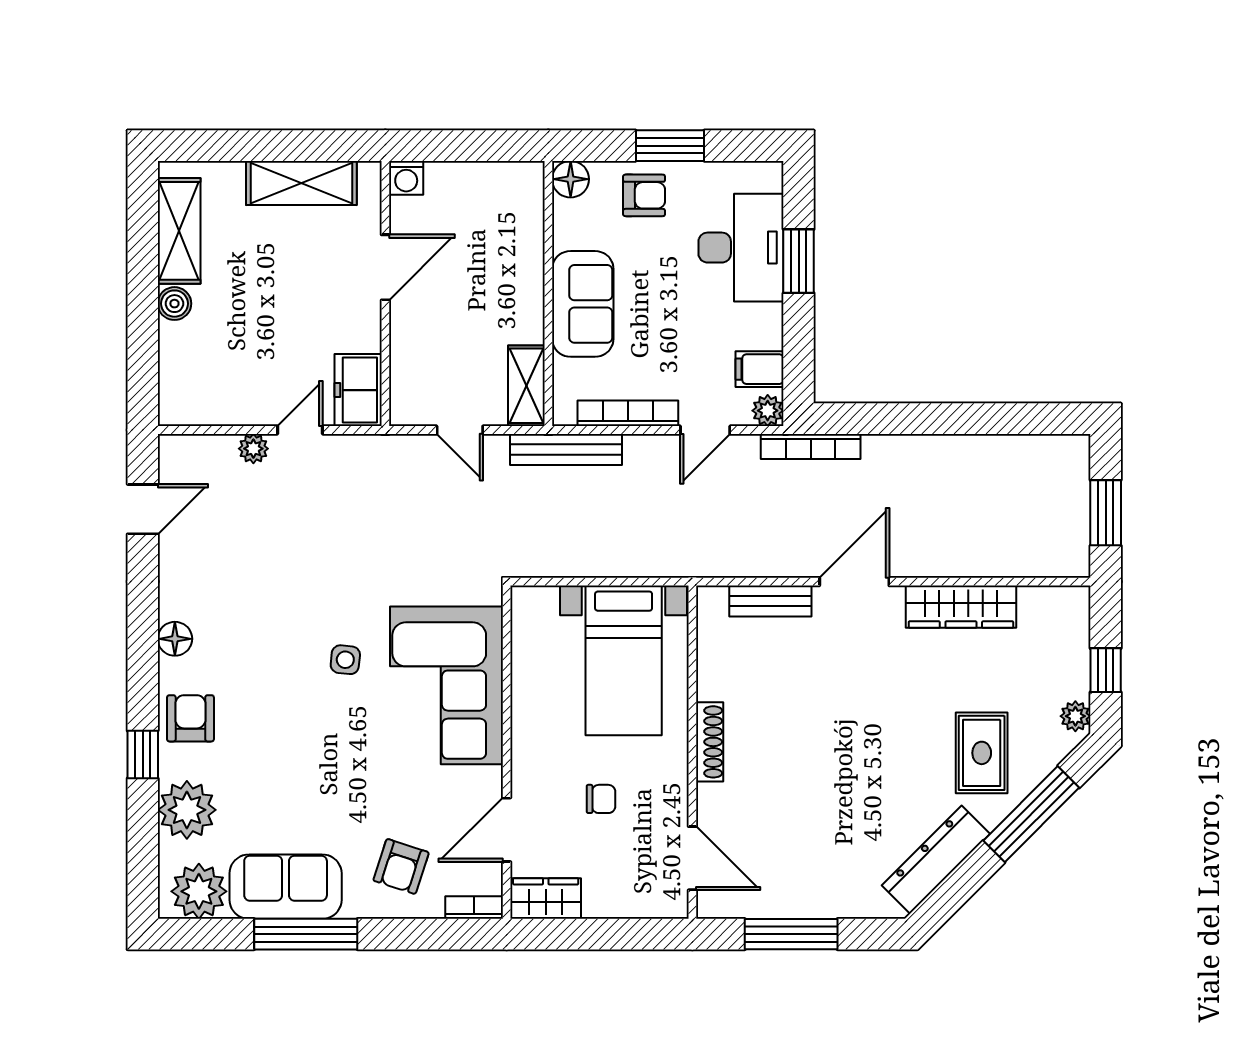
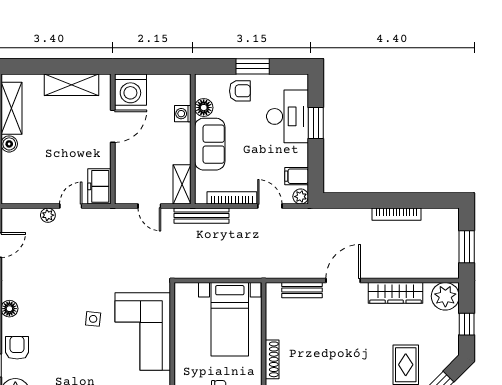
washing machine: (406, 178) -> (130, 90), width x1.89, depth x1.89
floor lamp: (571, 179) -> (204, 108), moved
washing machine: (528, 242) -> (183, 114), added
door: (705, 430) -> (270, 206), swing flipped
bookcase: (811, 446) -> (396, 214), moved
plant: (1075, 716) -> (445, 296), moved, width x1.87, depth x1.87

